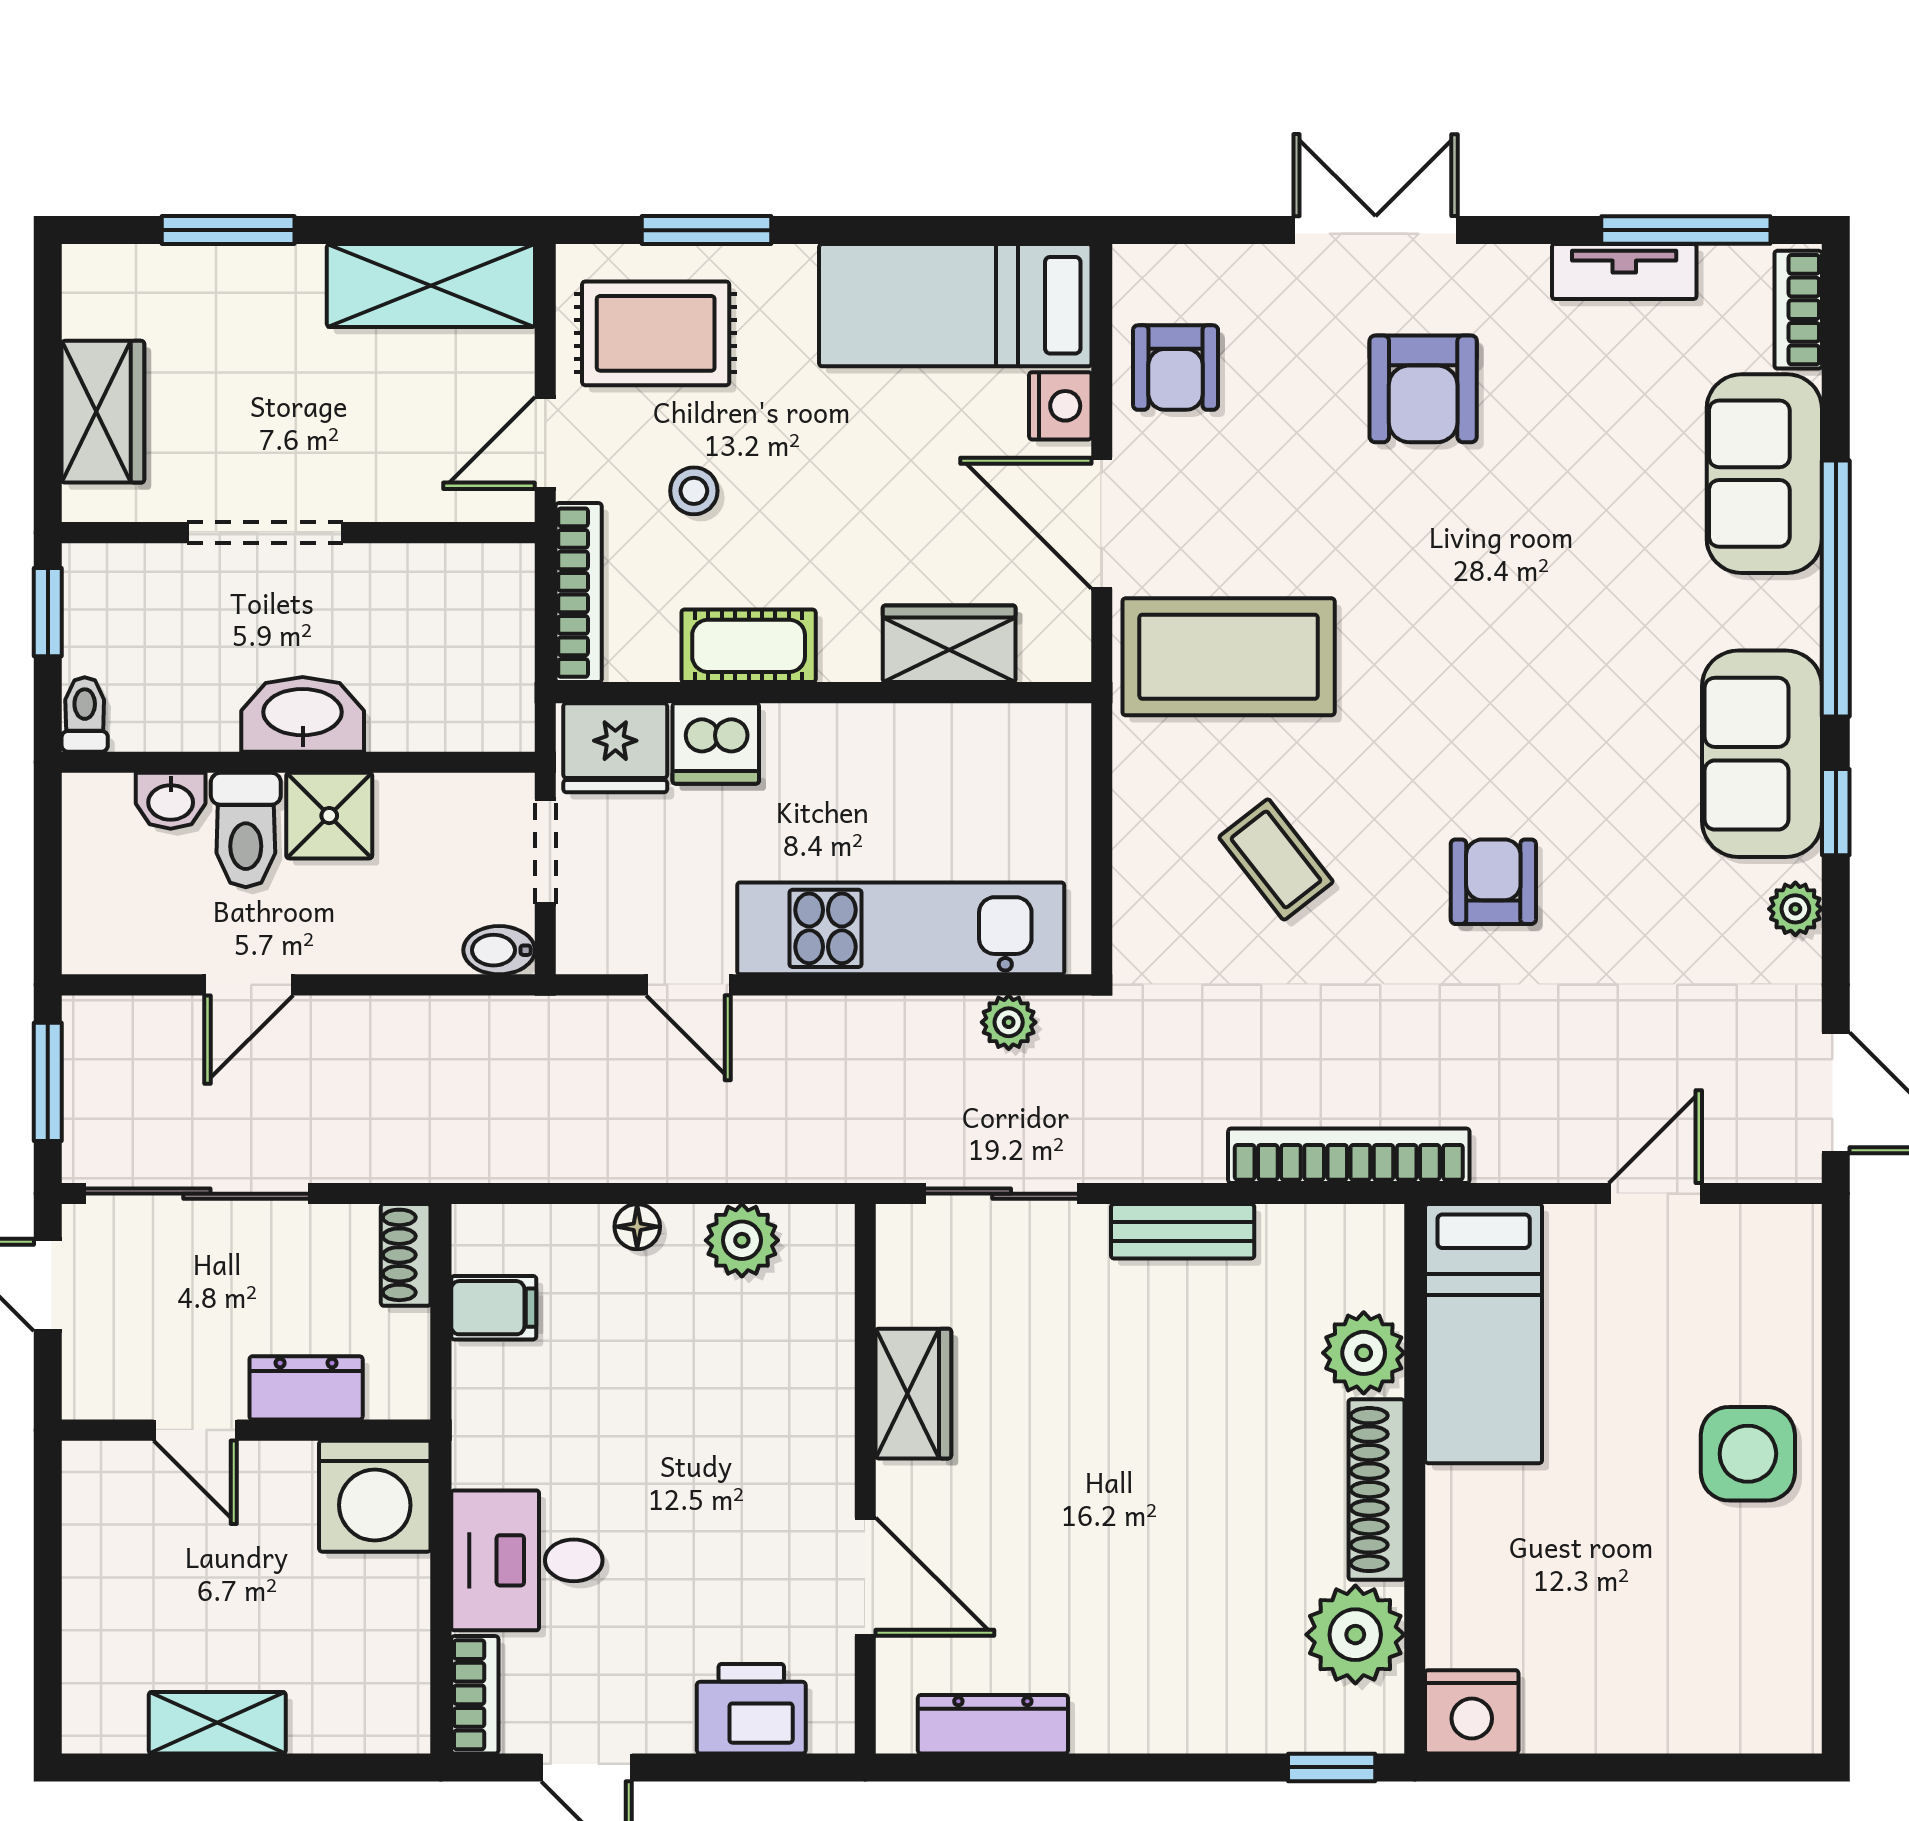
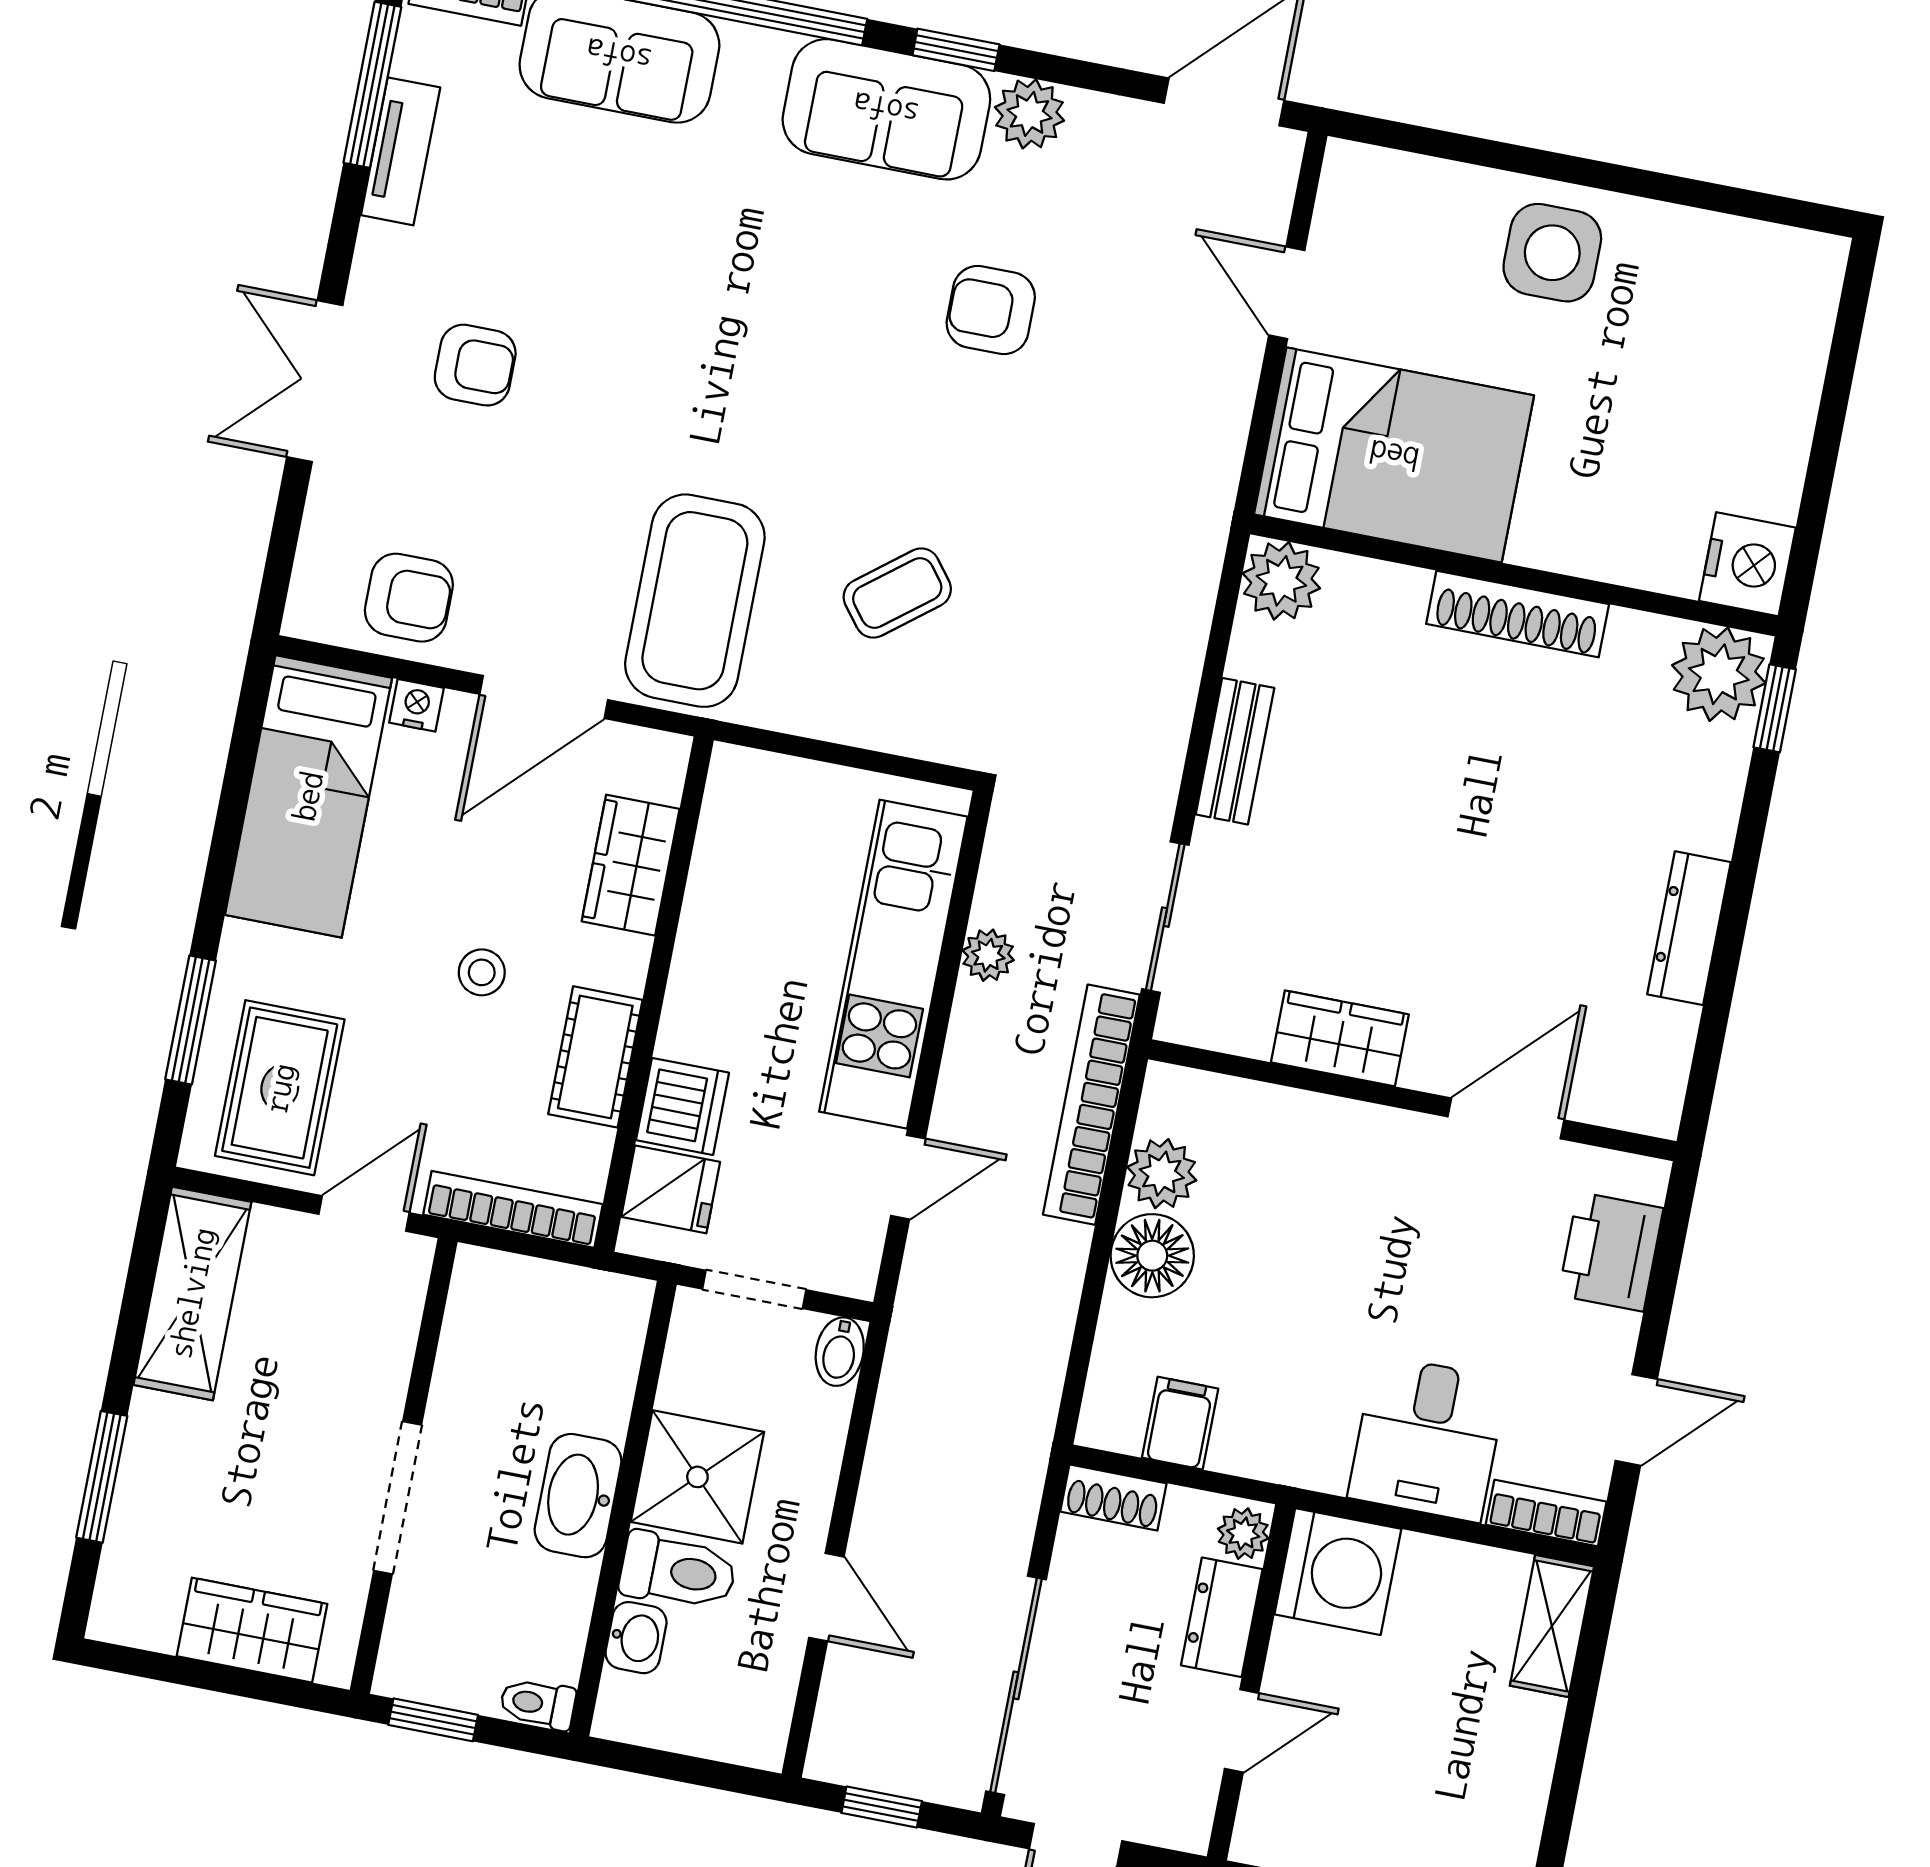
armchair: (1423, 389) -> (475, 365), width x0.72, depth x0.72
nightstand: (1060, 406) -> (416, 705), width x0.72, depth x0.74
door: (545, 443) -> (364, 1213), swing flipped
stool: (694, 491) -> (482, 972), moved
fridge: (615, 748) -> (671, 1189), width x0.72
shower: (329, 816) -> (697, 1477), width x1.36, depth x1.36
armchair: (1493, 882) -> (991, 310), moved
plant: (1795, 909) -> (1029, 114), width x1.38, depth x1.38
plant: (1009, 1022) -> (988, 955), moved
window: (48, 1082) -> (882, 1807), width x0.67
bookcase: (1349, 1156) -> (1091, 1105), moved
floor lamp: (637, 1227) -> (1152, 1256), width x1.89, depth x1.89
bed: (1484, 1334) -> (1394, 455), width x1.50
plant: (1364, 1353) -> (1281, 581), moved
plant: (395, 1393) -> (1243, 1534), added
plant: (1355, 1635) -> (1719, 674), moved
shelving: (217, 1723) -> (1552, 1626), moved
dresser: (993, 1724) -> (1689, 928), moved

